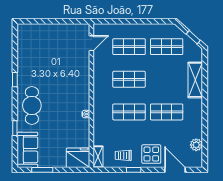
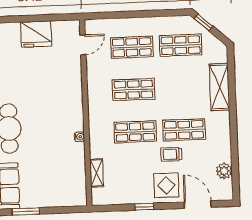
window: (193, 37) -> (204, 22), moved
trolley: (123, 155) -> (171, 154), moved
shelving: (98, 157) -> (97, 173), moved
fridge: (78, 158) -> (36, 34), moved, turned 180

